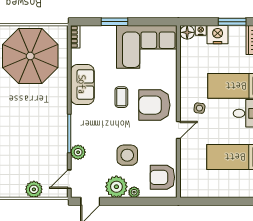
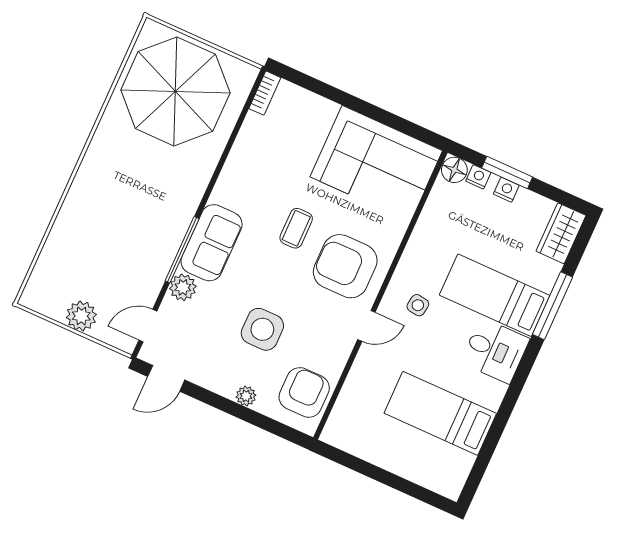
window: (114, 22) -> (341, 98), removed
window: (232, 22) -> (507, 173), moved
nightstand: (218, 35) -> (506, 190), width x0.53, depth x0.56
sofa: (82, 84) -> (212, 243), moved
armchair: (162, 177) -> (304, 392), turned 90
plant: (116, 187) -> (221, 374), removed

